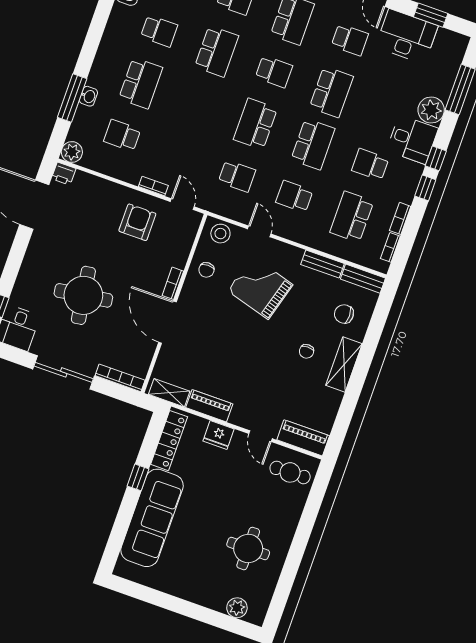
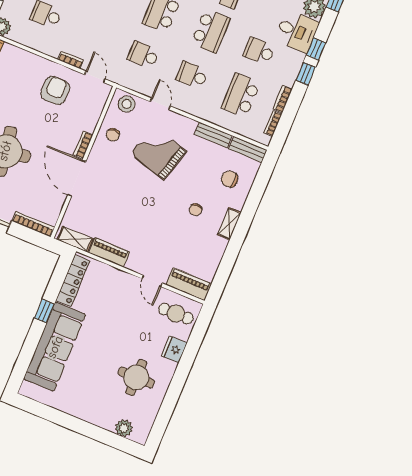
school desk: (237, 176) -> (143, 55), turned 180
shelving: (344, 364) -> (229, 224), width x0.67, depth x0.75
fridge: (219, 435) -> (174, 349), moved, turned 90

